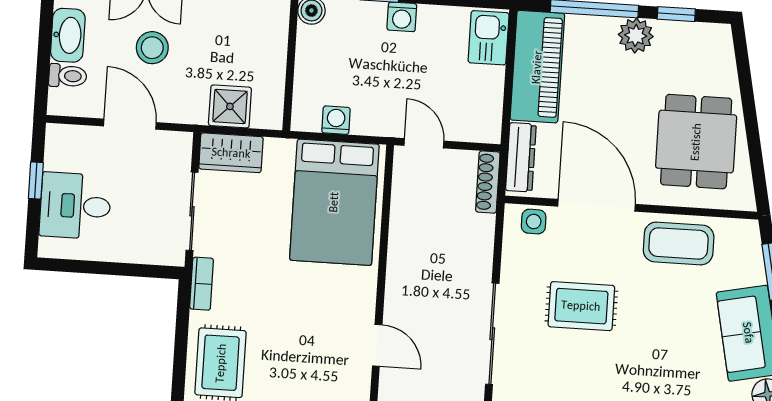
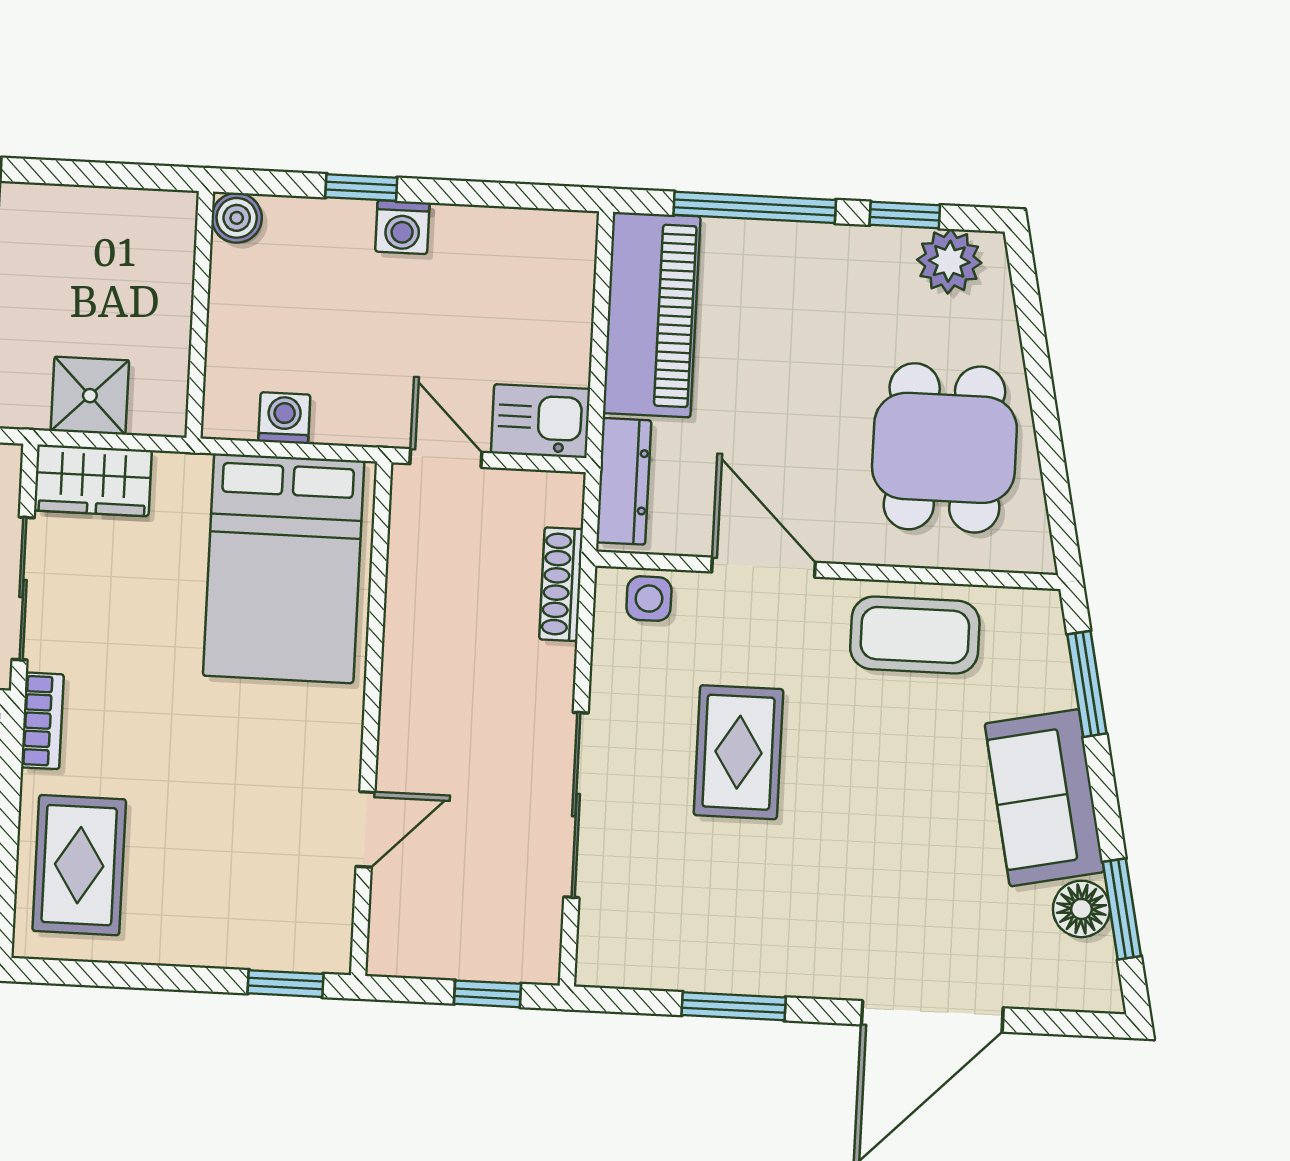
plant: (636, 36) -> (949, 261), moved
kitchen sink: (489, 38) -> (540, 421), moved, turned 90
shoe rack: (488, 182) -> (561, 584), moved
door: (596, 205) -> (764, 567), width x0.73
rug: (581, 306) -> (738, 752), turned 90
door: (377, 345) -> (365, 829), hinge flipped

